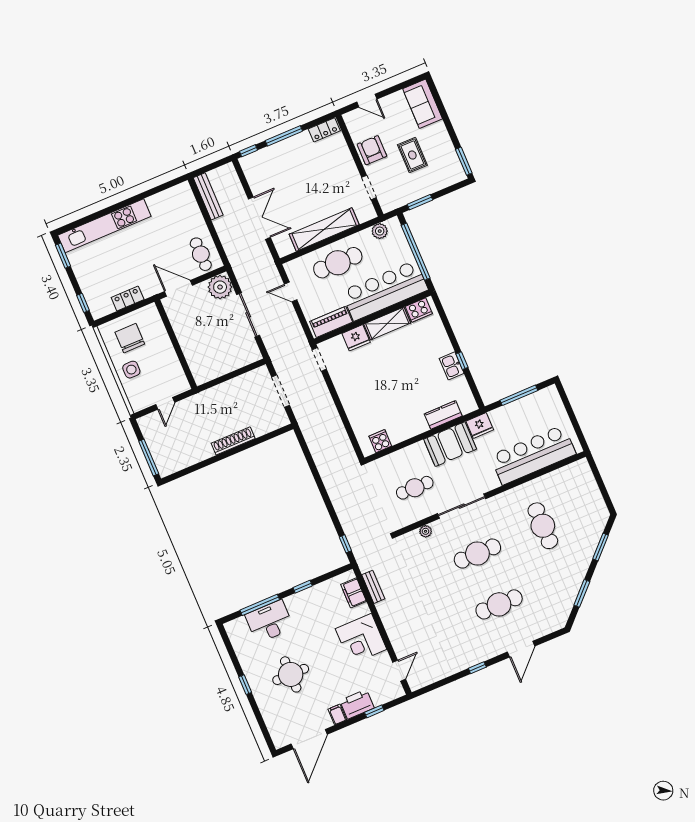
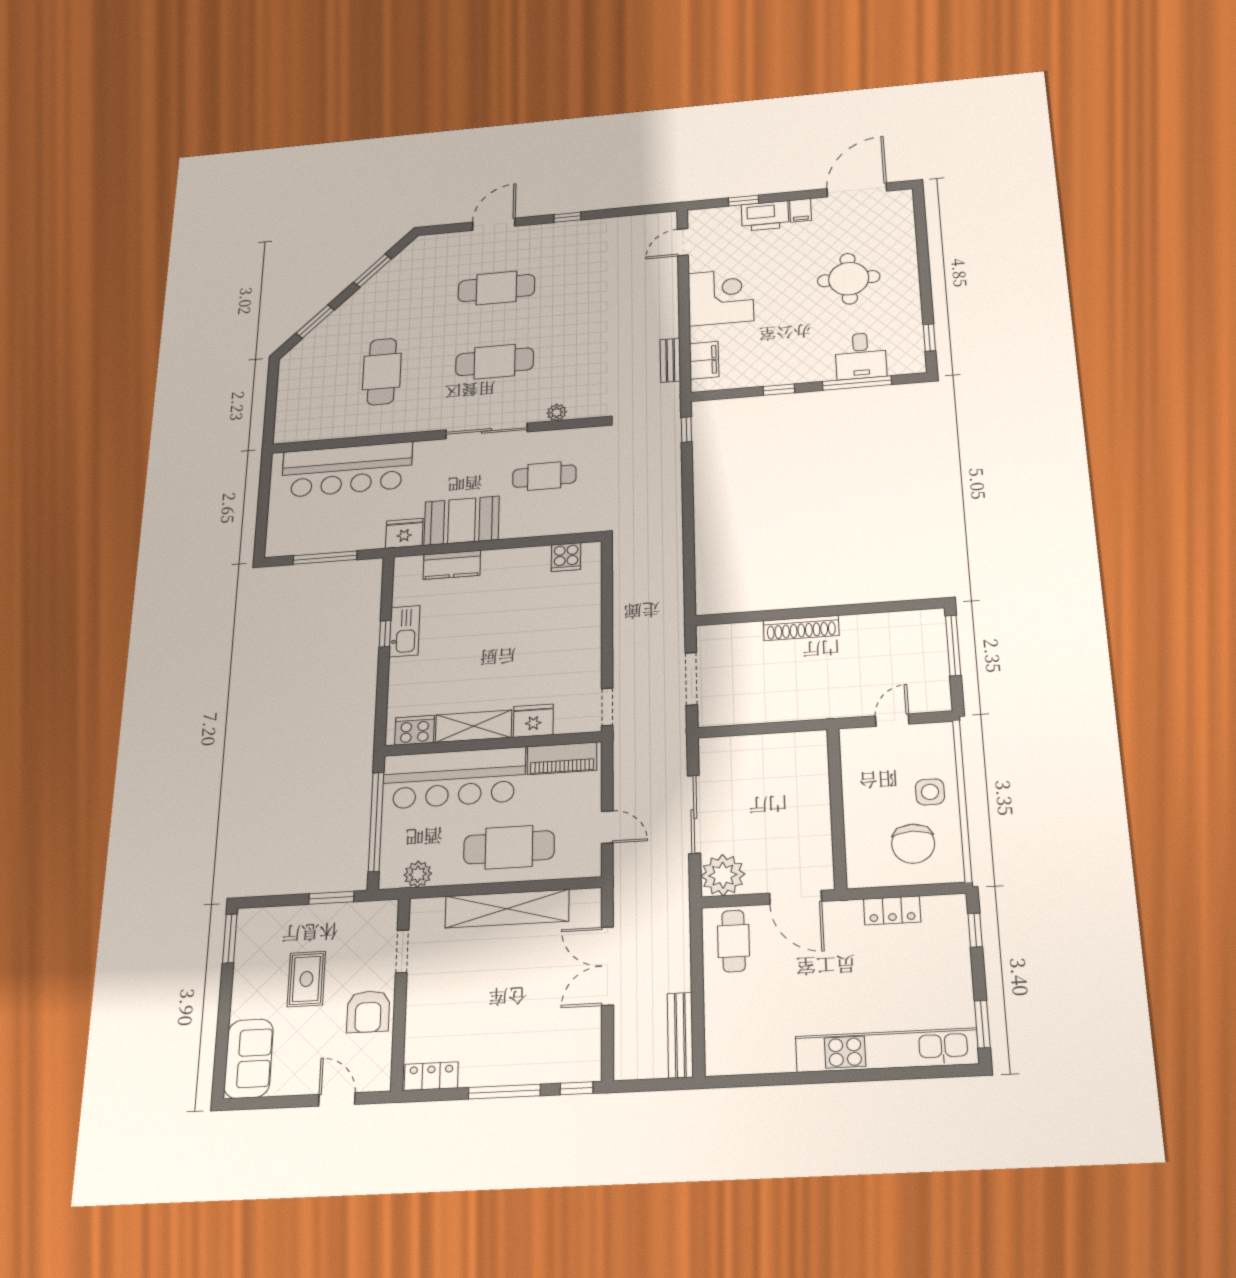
kitchen sink: (452, 366) -> (404, 631), width x1.38
desk: (269, 622) -> (861, 356), width x0.73
window: (245, 685) -> (929, 338), moved

